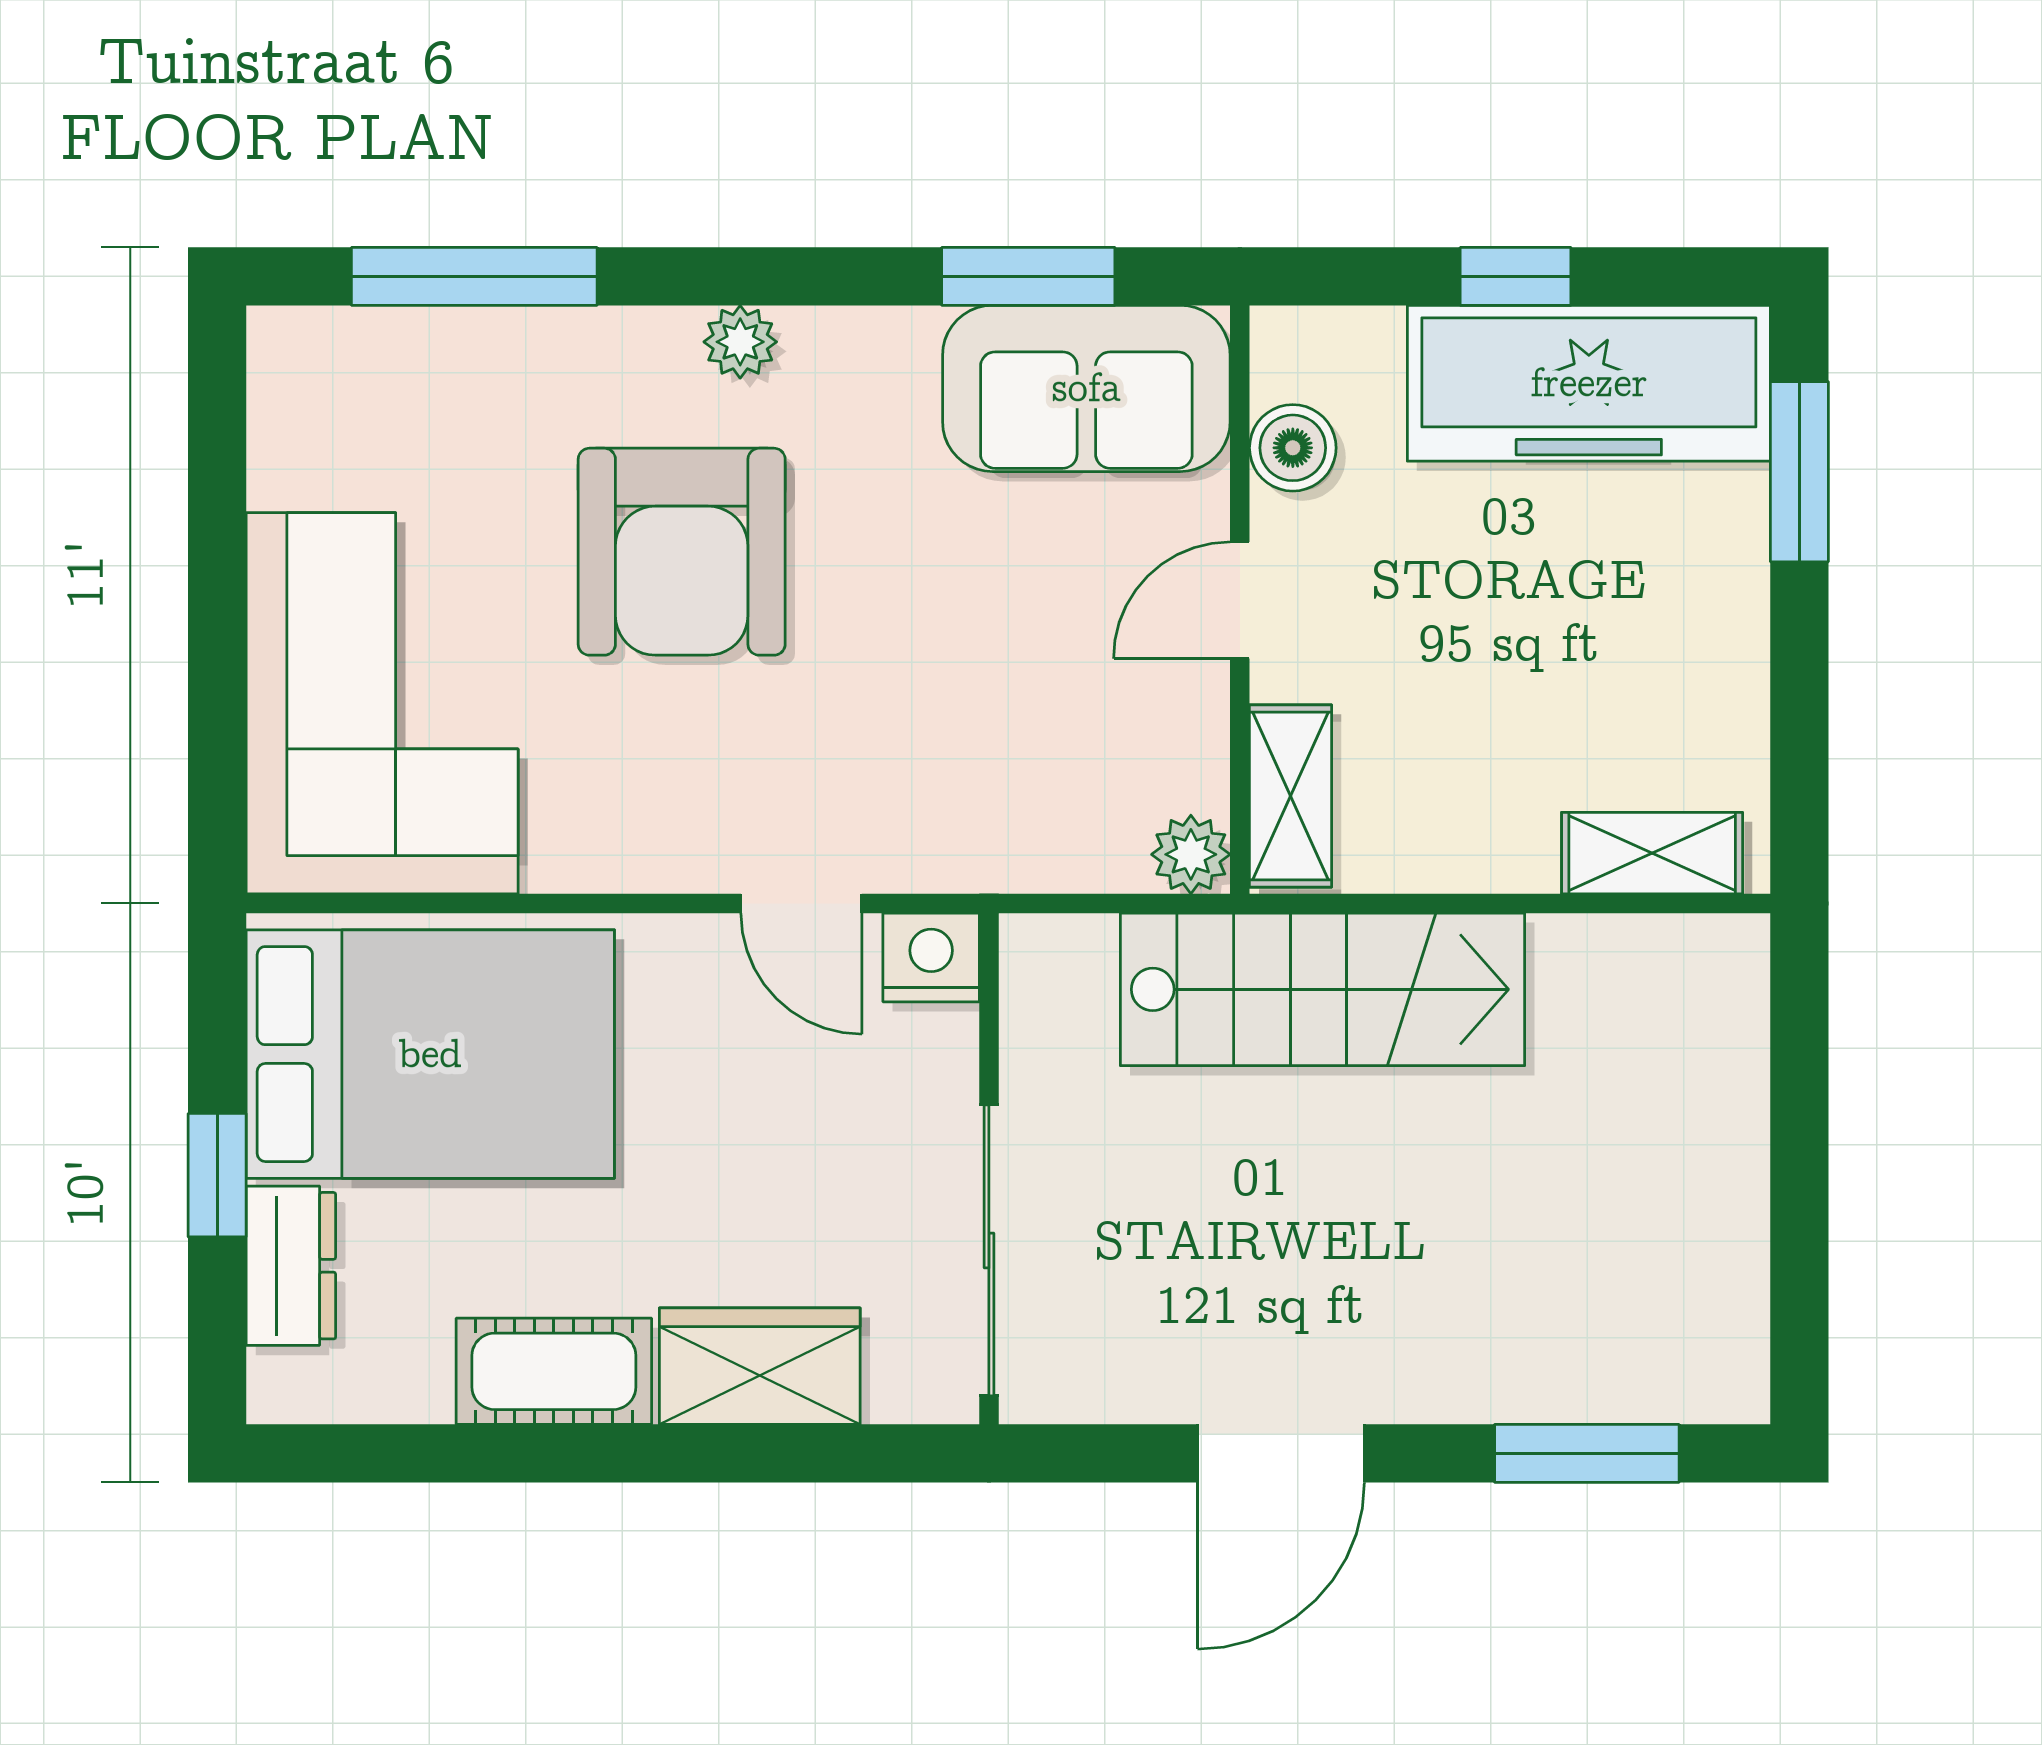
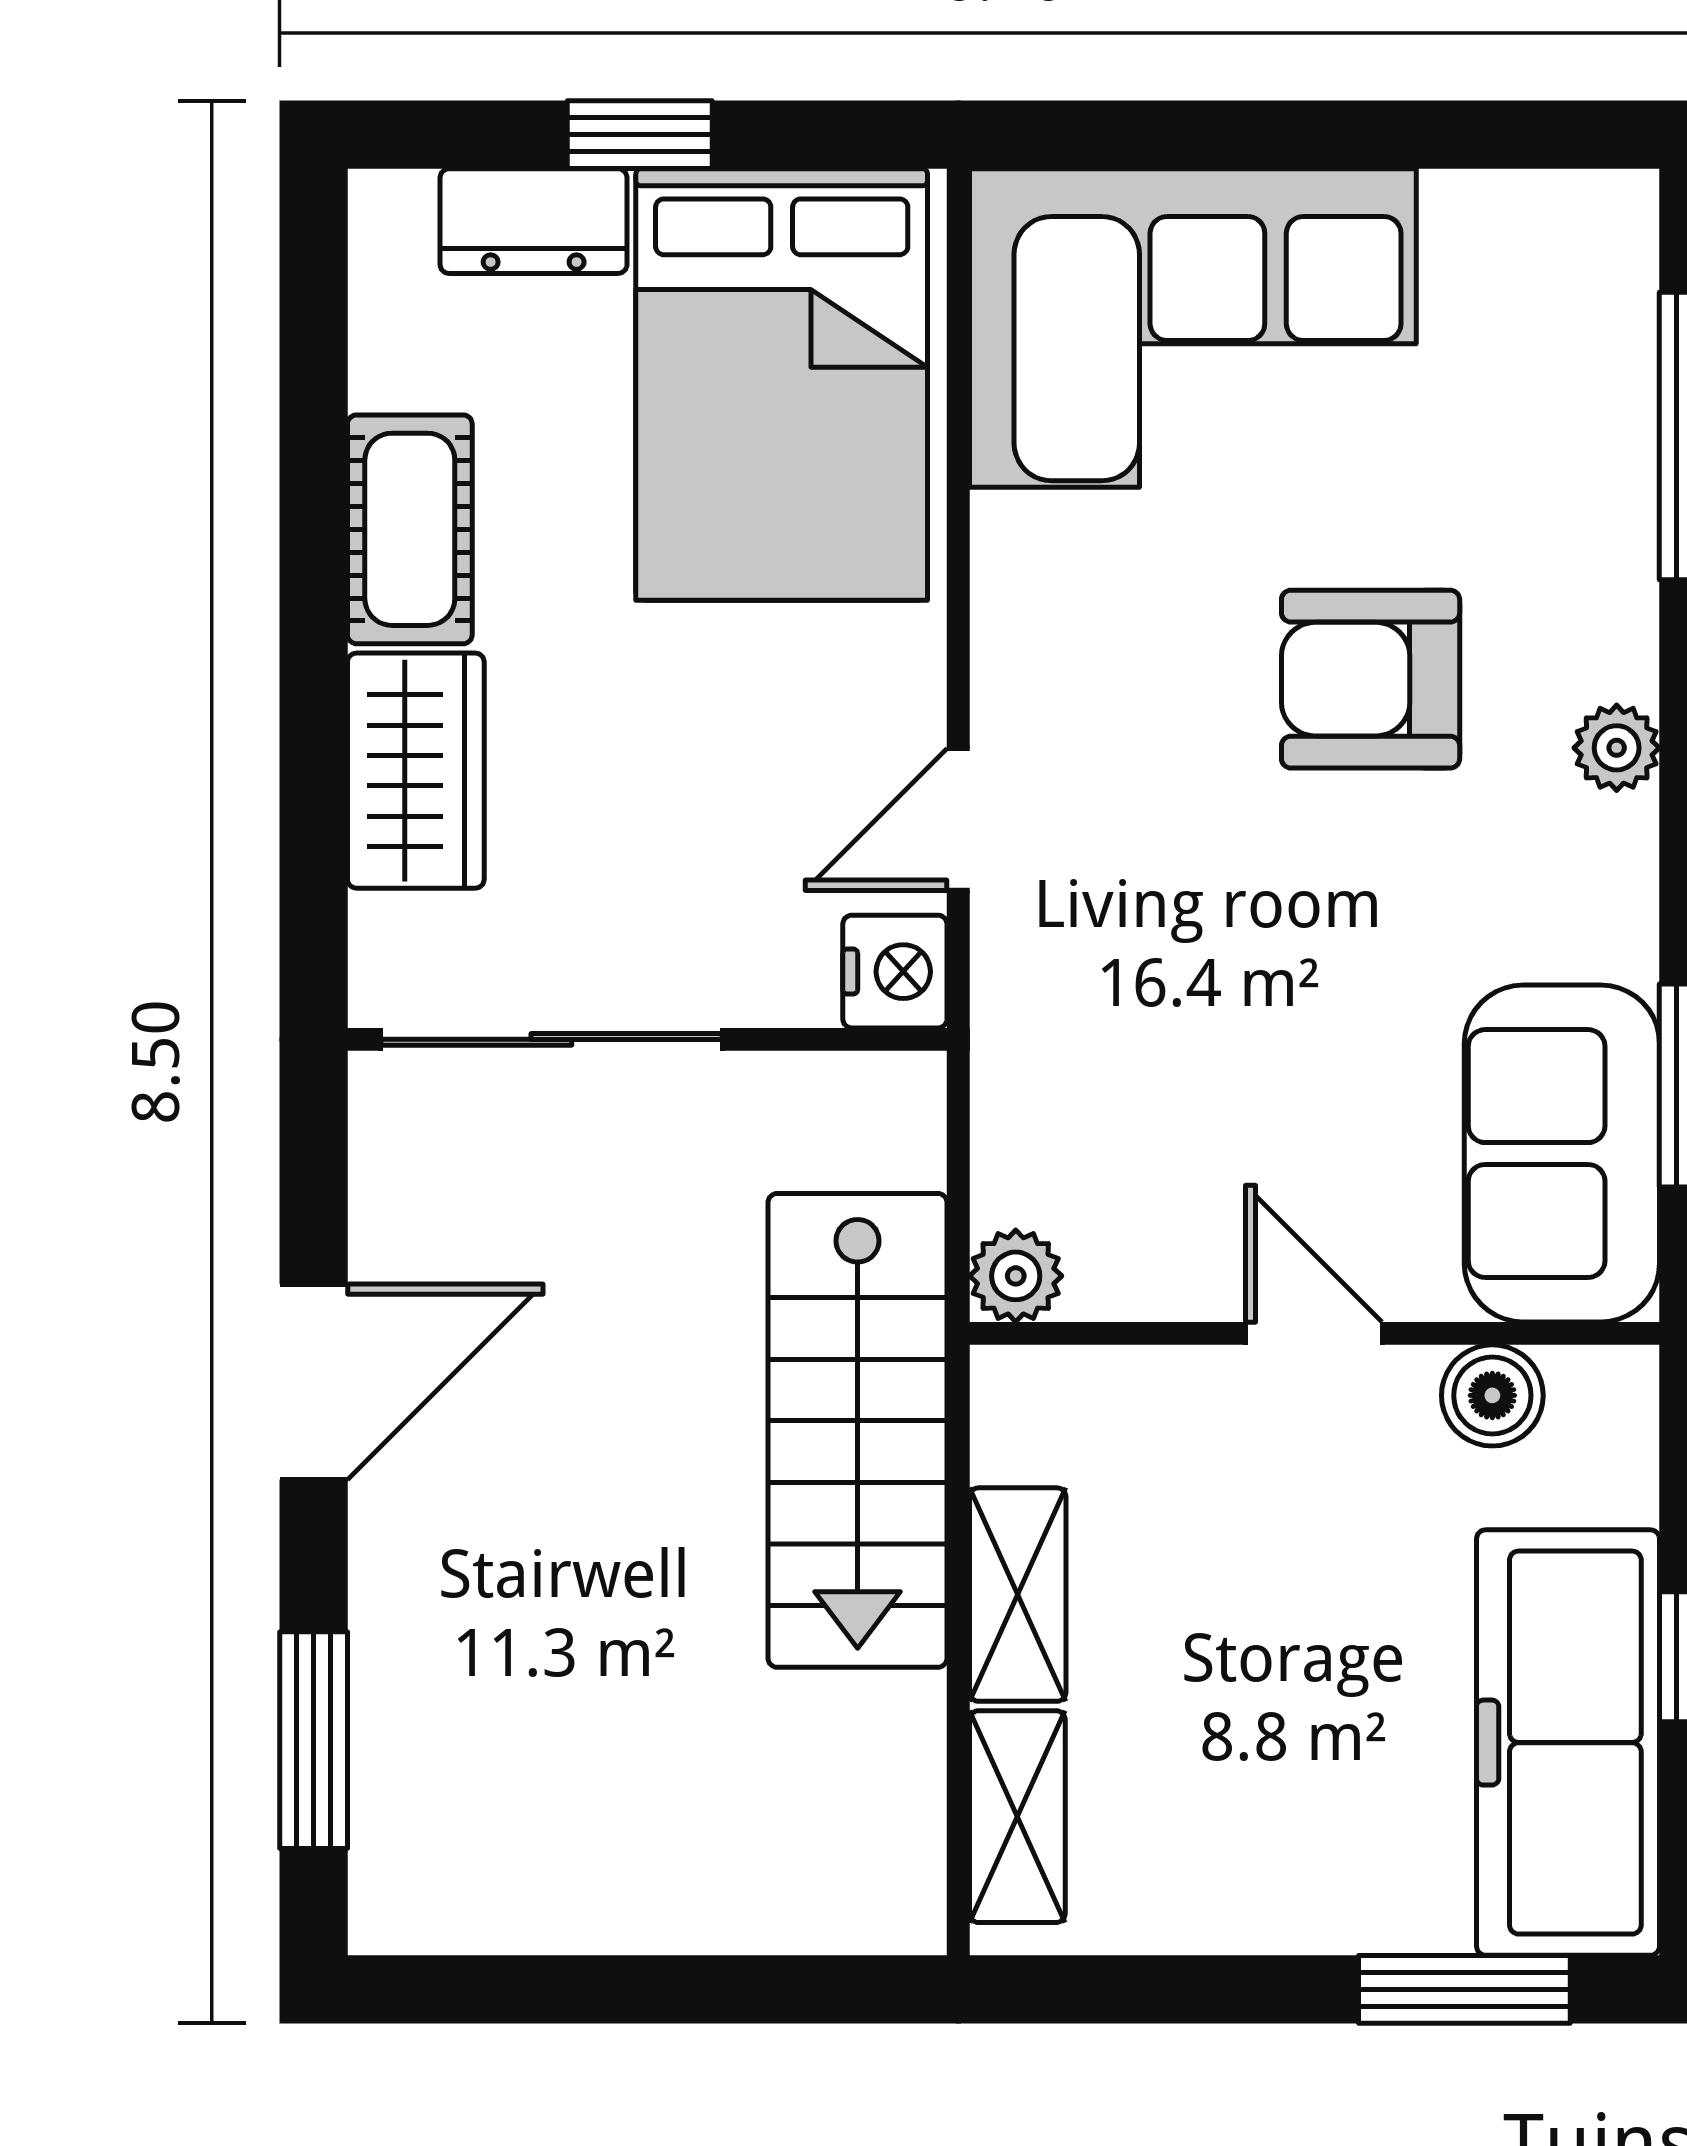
armchair: (682, 552) -> (1371, 679), width x0.73, depth x0.73
shelving: (1291, 796) -> (1018, 1595), moved, turned 90
door: (1281, 1453) -> (314, 1382), swing flipped

